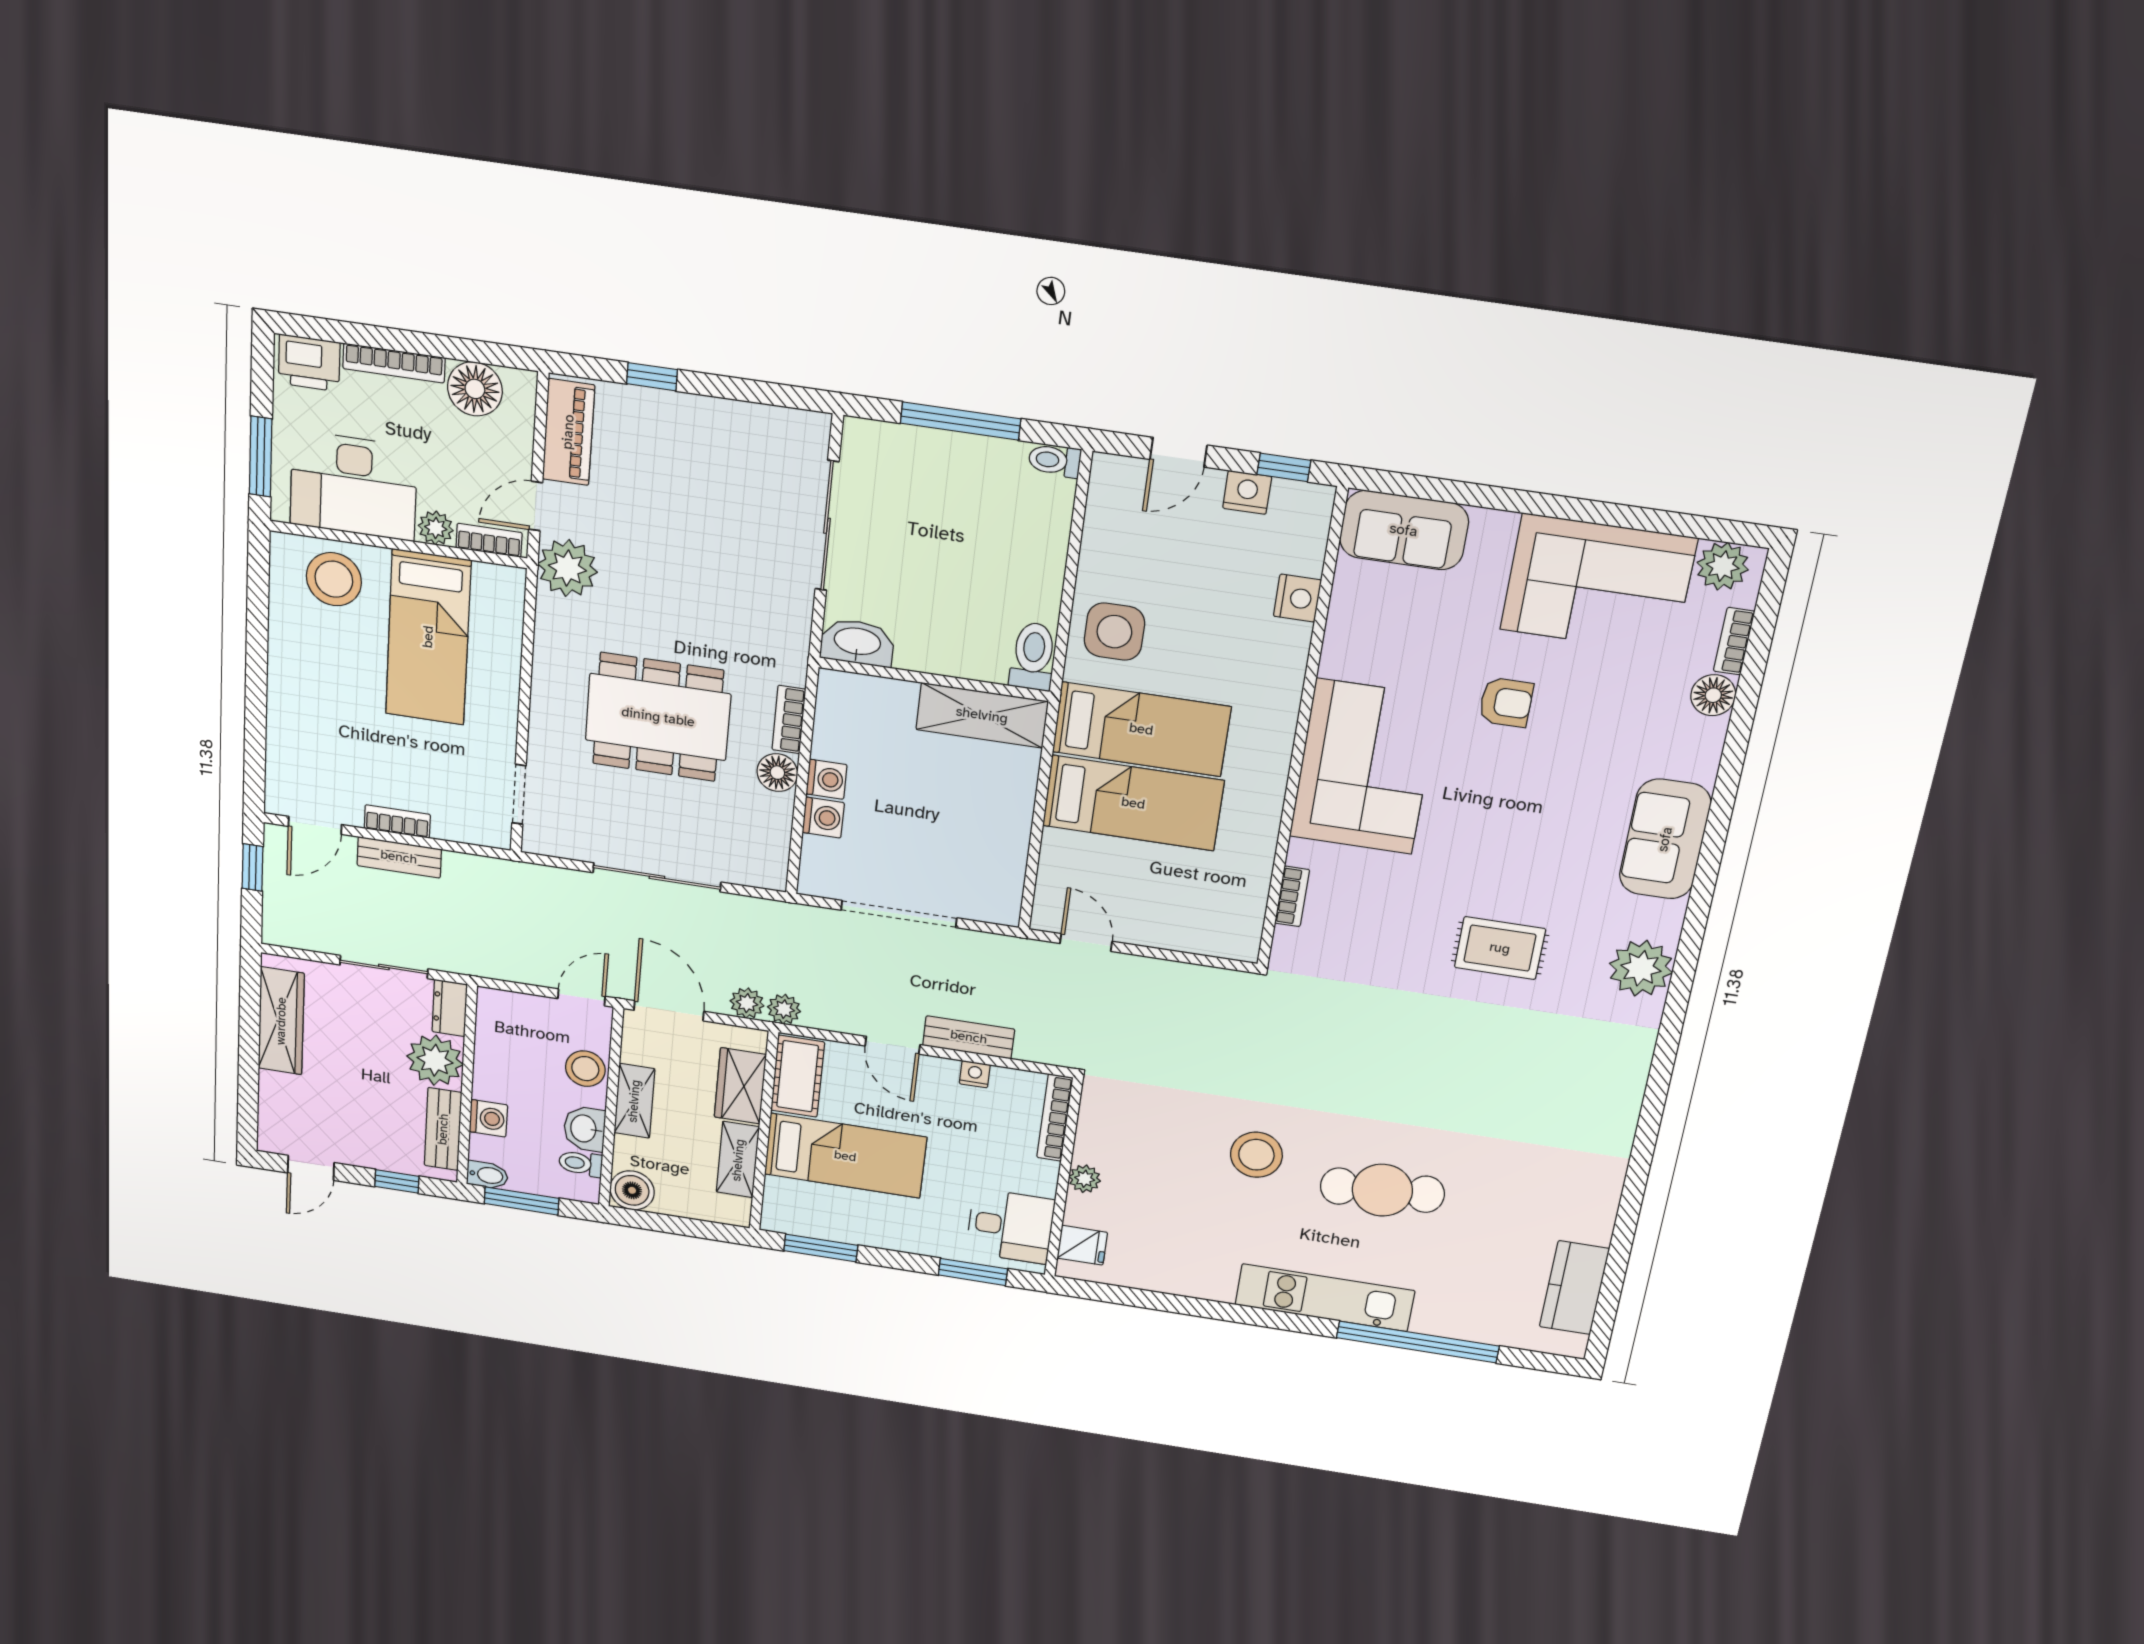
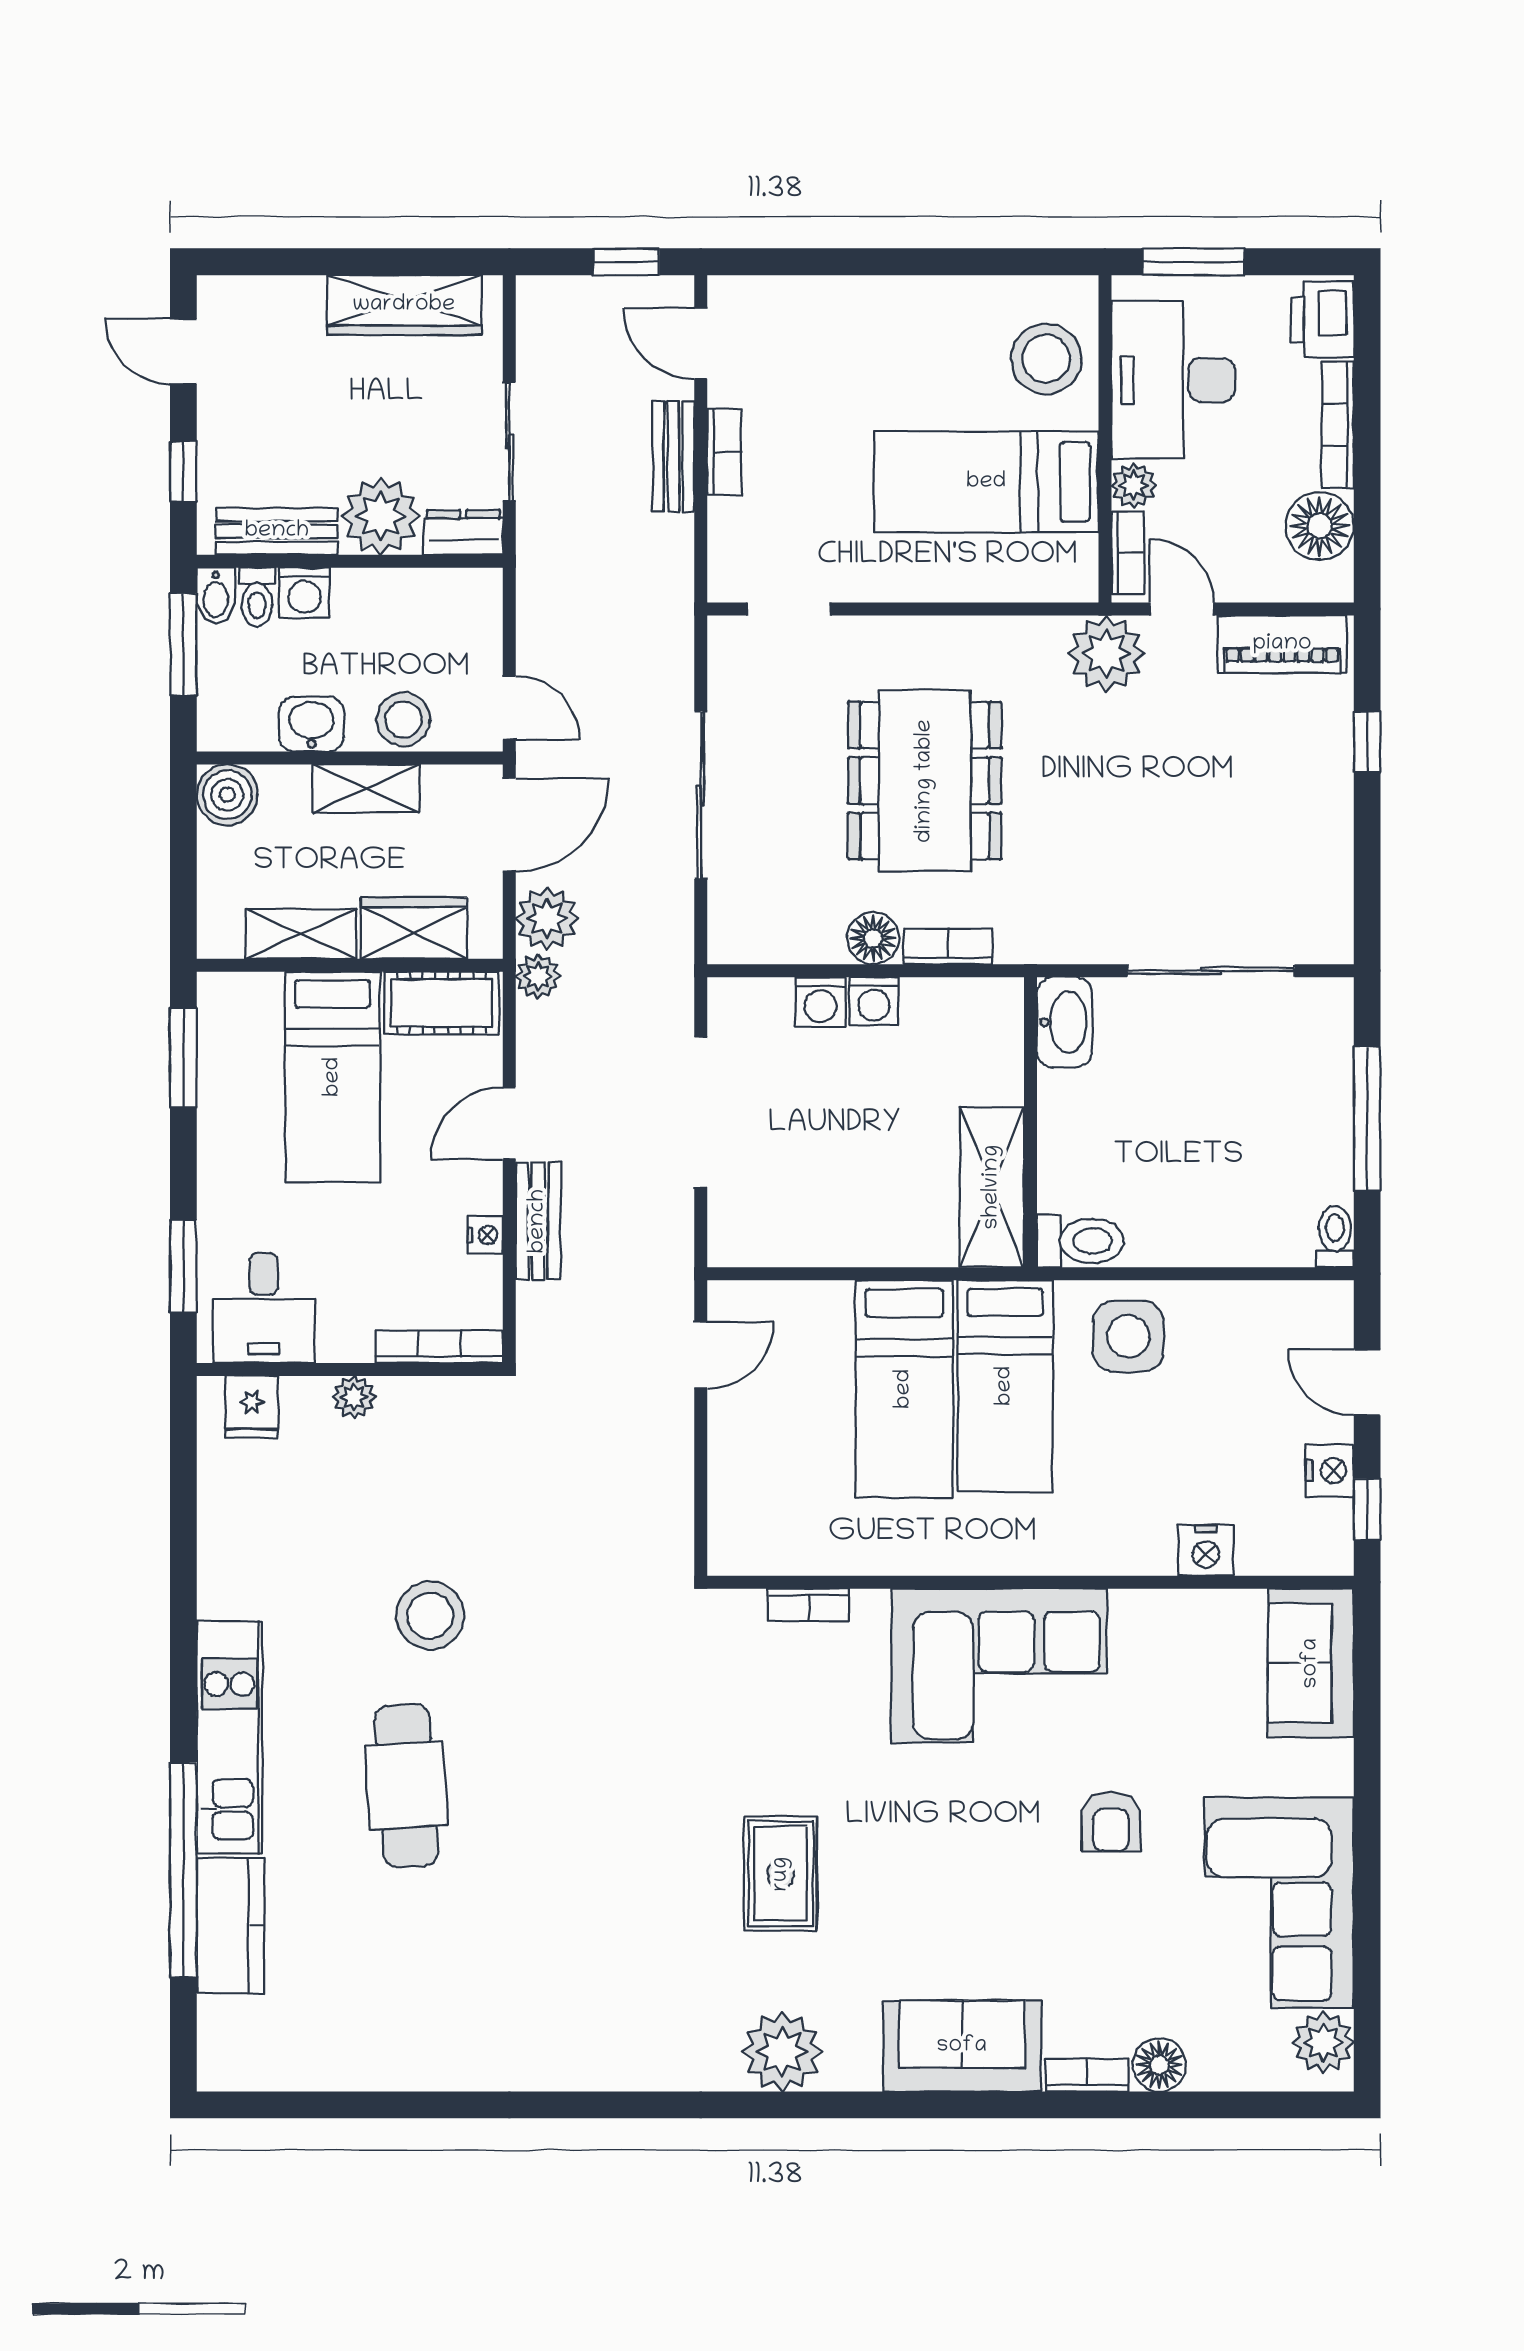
bookcase: (1734, 641) -> (1087, 2075), moved
plant: (747, 1003) -> (547, 918), width x1.38, depth x1.38
toilet: (581, 1163) -> (257, 597), moved, turned 180
kitchen counter: (1574, 1288) -> (231, 1925), moved, turned 90

